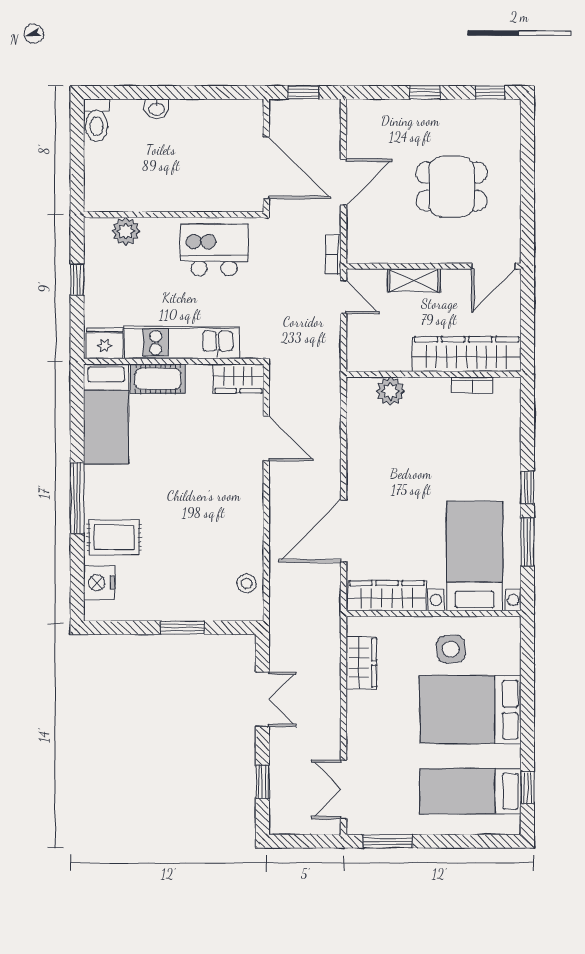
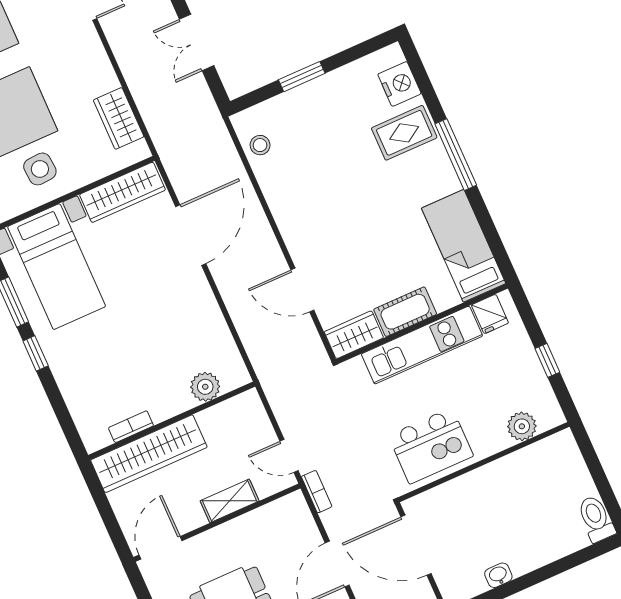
washbasin: (156, 109) -> (498, 575), moved
fridge: (105, 343) -> (490, 314), width x0.72
cot: (158, 379) -> (405, 312), moved

